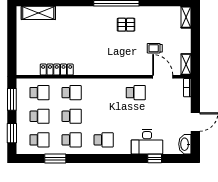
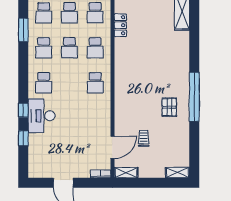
locker: (57, 70) -> (120, 25), width x0.66
school desk: (136, 93) -> (95, 83), moved
desk: (147, 142) -> (42, 116), moved
washbasin: (185, 144) -> (39, 171), removed
window: (129, 159) -> (23, 110), added

